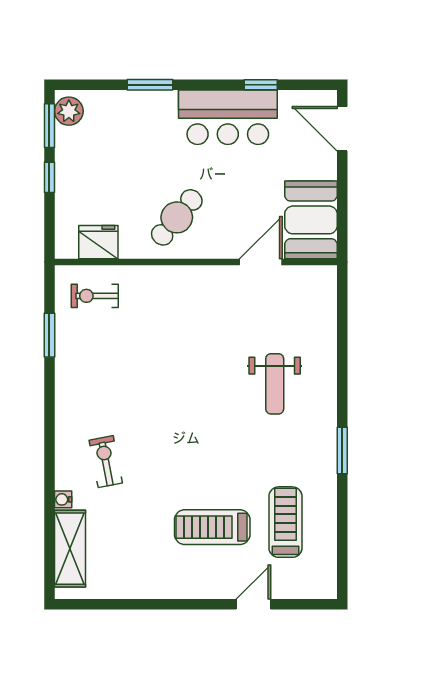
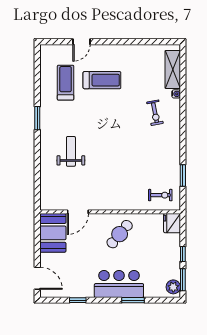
bar counter: (228, 117) -> (119, 284), moved
fridge: (98, 242) -> (172, 223), moved, turned 90
treadmill: (285, 522) -> (66, 83), turned 180

